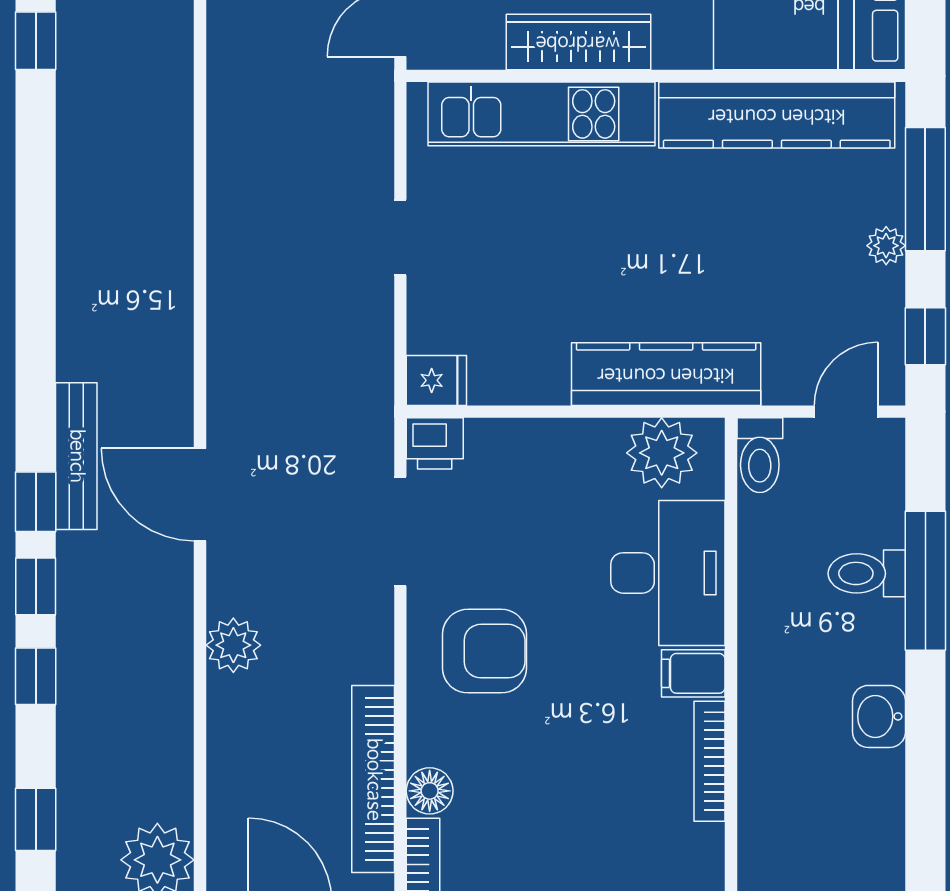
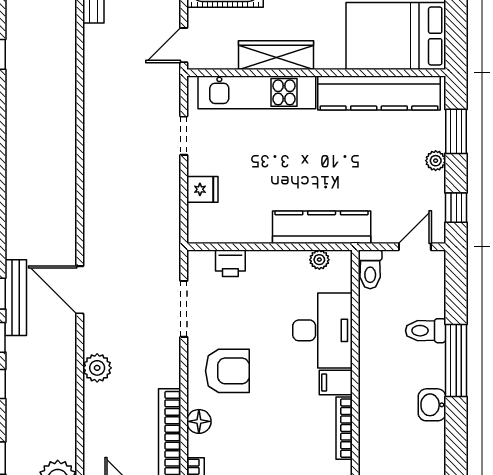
window: (925, 189) -> (456, 131), width x0.69
doorway: (400, 238) -> (184, 136), moved
fridge: (436, 380) -> (202, 189), moved
printer: (435, 443) -> (230, 263), moved
plant: (662, 453) -> (319, 260), width x0.53, depth x0.53
bench: (76, 456) -> (16, 298), moved
window: (925, 581) -> (456, 361), moved
floor lamp: (430, 791) -> (199, 421), moved

